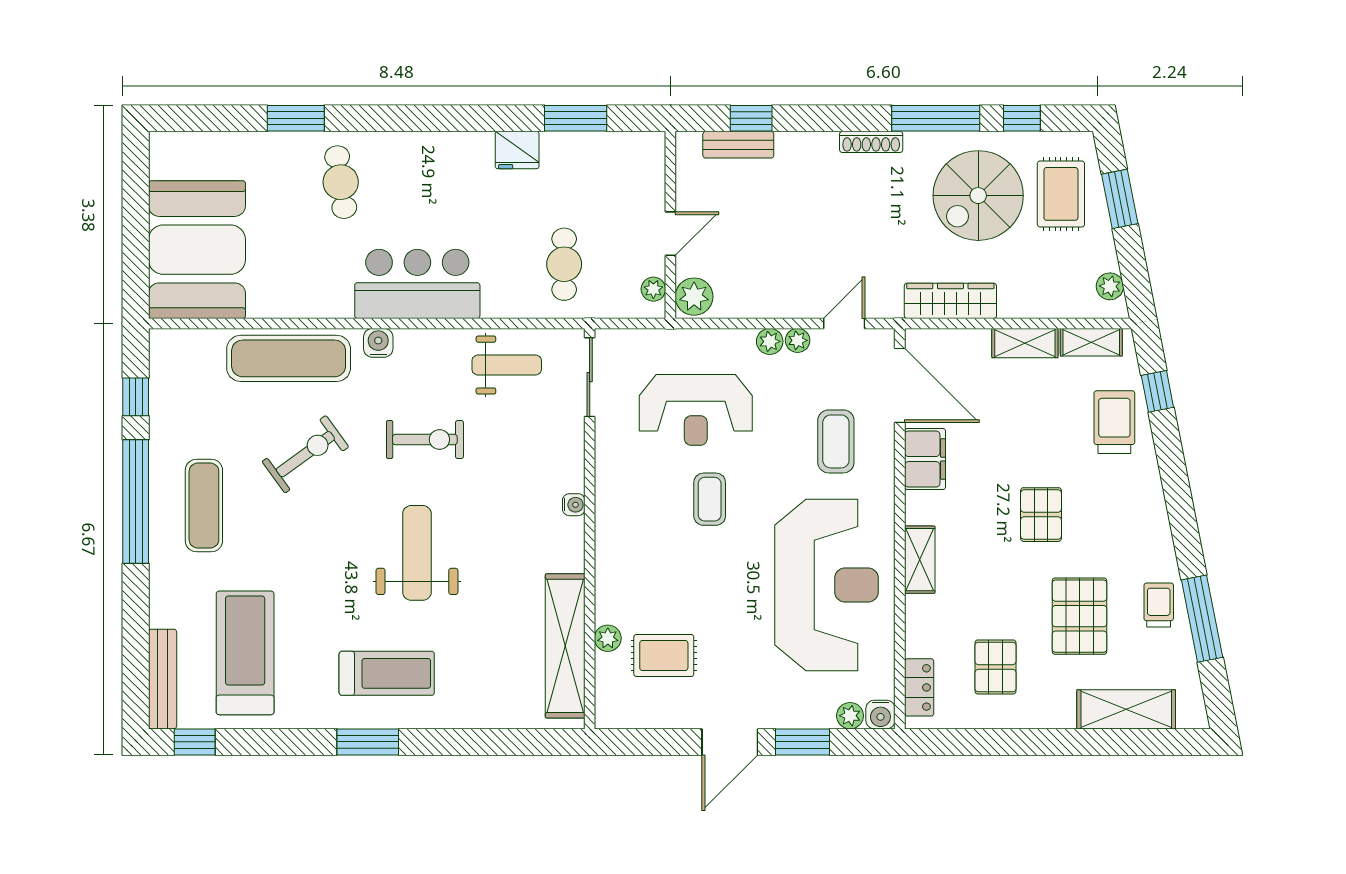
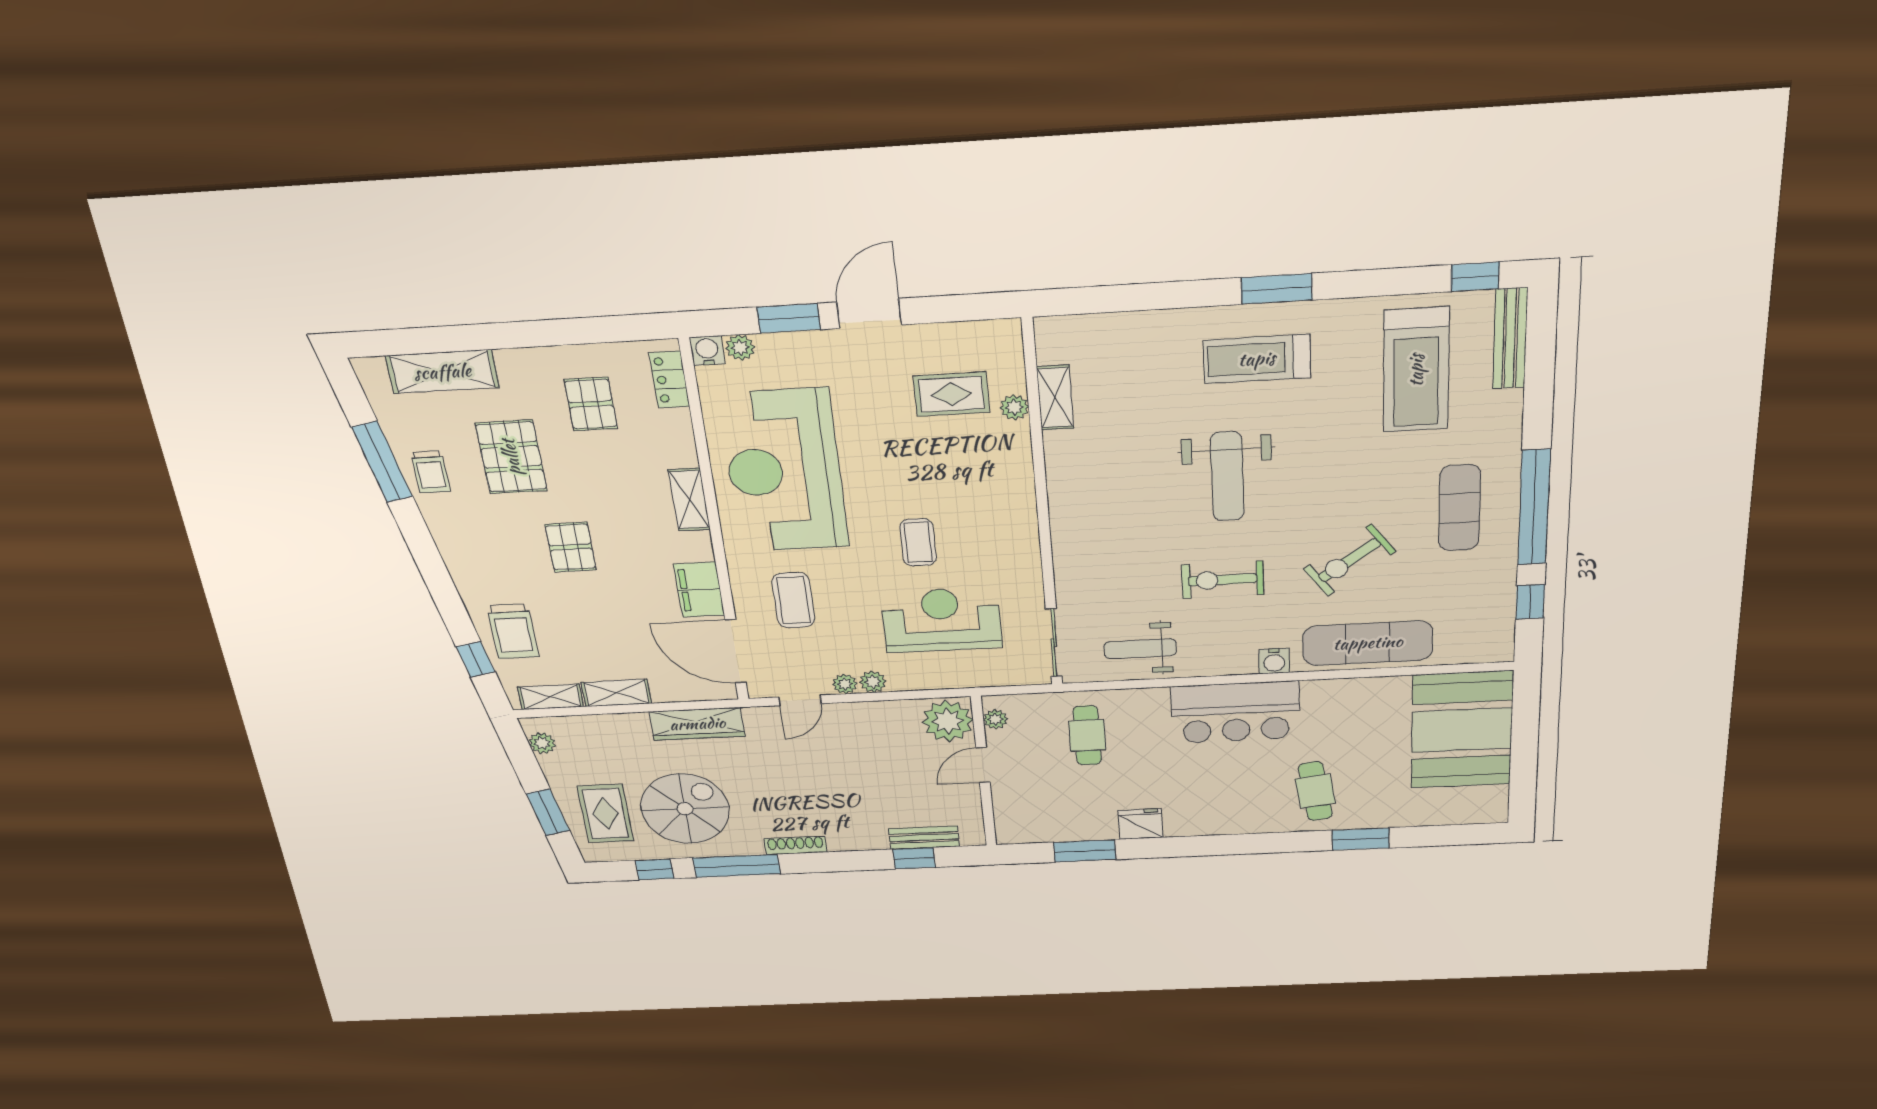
plant: (694, 297) -> (948, 721), width x1.36, depth x1.36
water cooler: (574, 505) -> (1061, 530), removed
shelving: (565, 646) -> (1055, 398), width x0.45, depth x0.75

